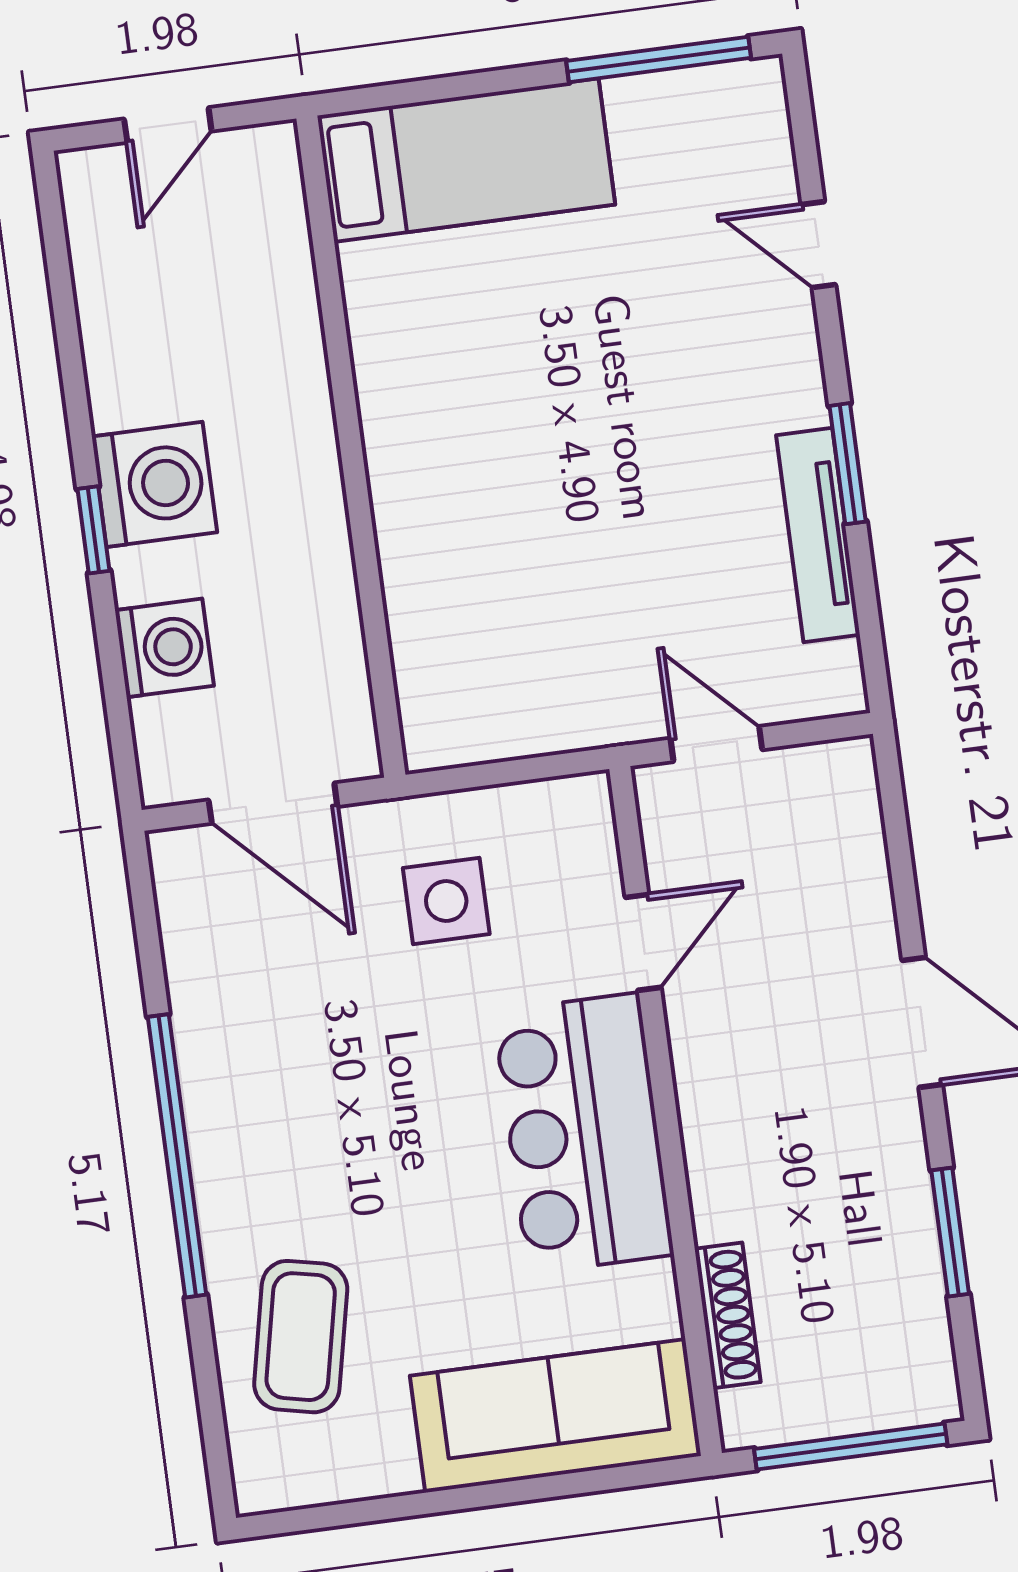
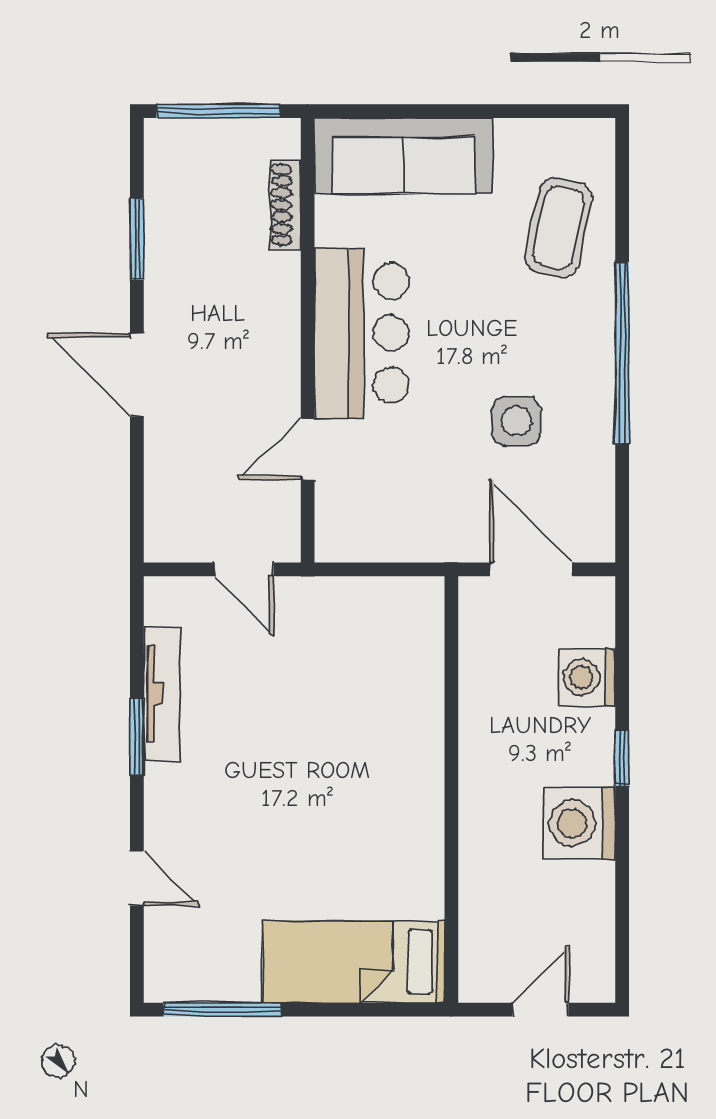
washing machine: (154, 484) -> (579, 823), moved
side table: (446, 901) -> (516, 421), moved

